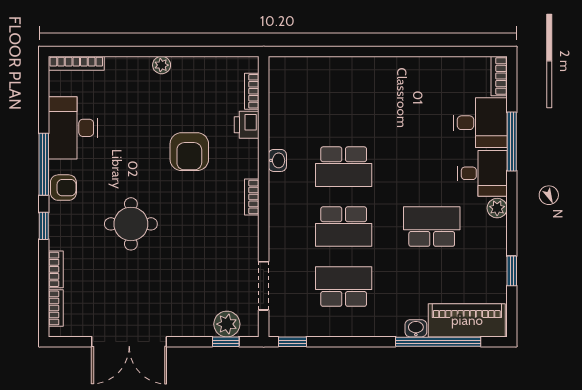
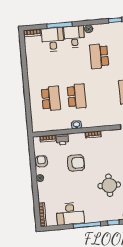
armchair: (63, 188) -> (41, 161), moved
school desk: (344, 227) -> (51, 98), moved

